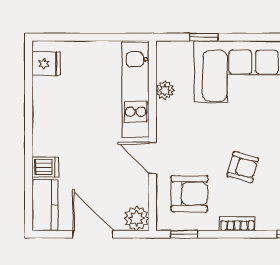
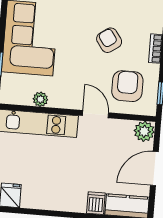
door: (152, 158) -> (95, 114), swing flipped
armchair: (243, 167) -> (109, 40), turned -50

